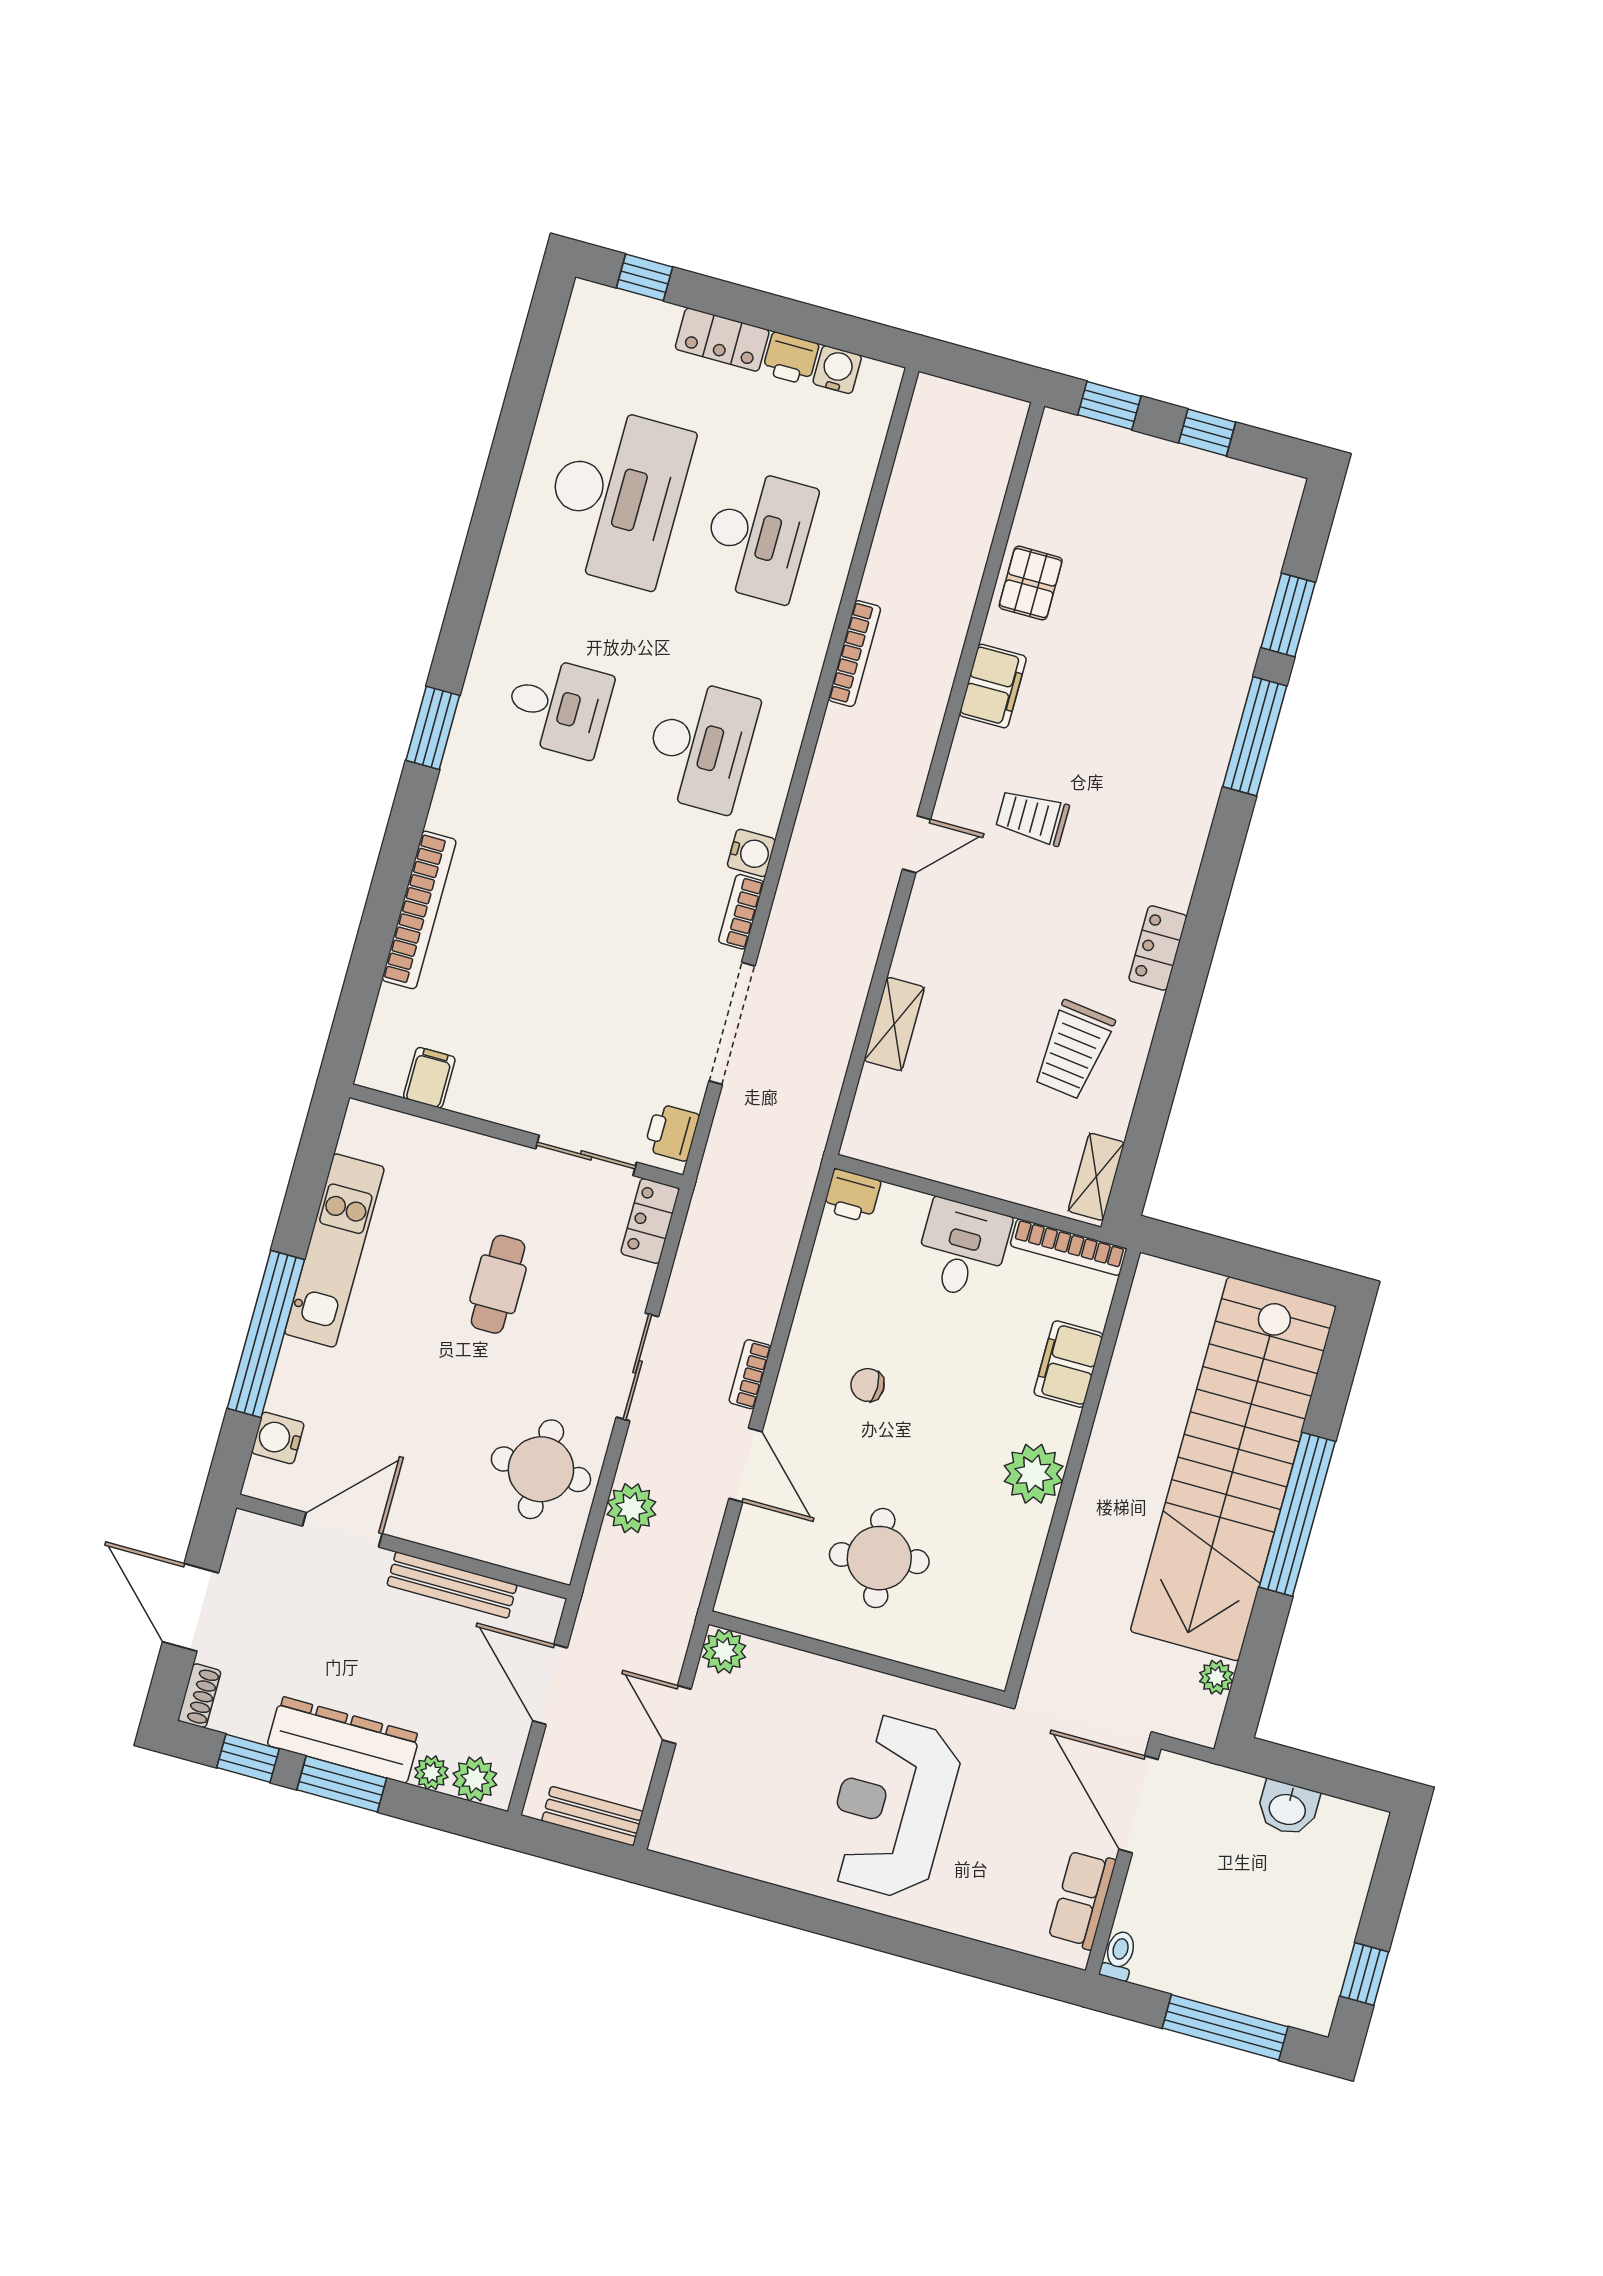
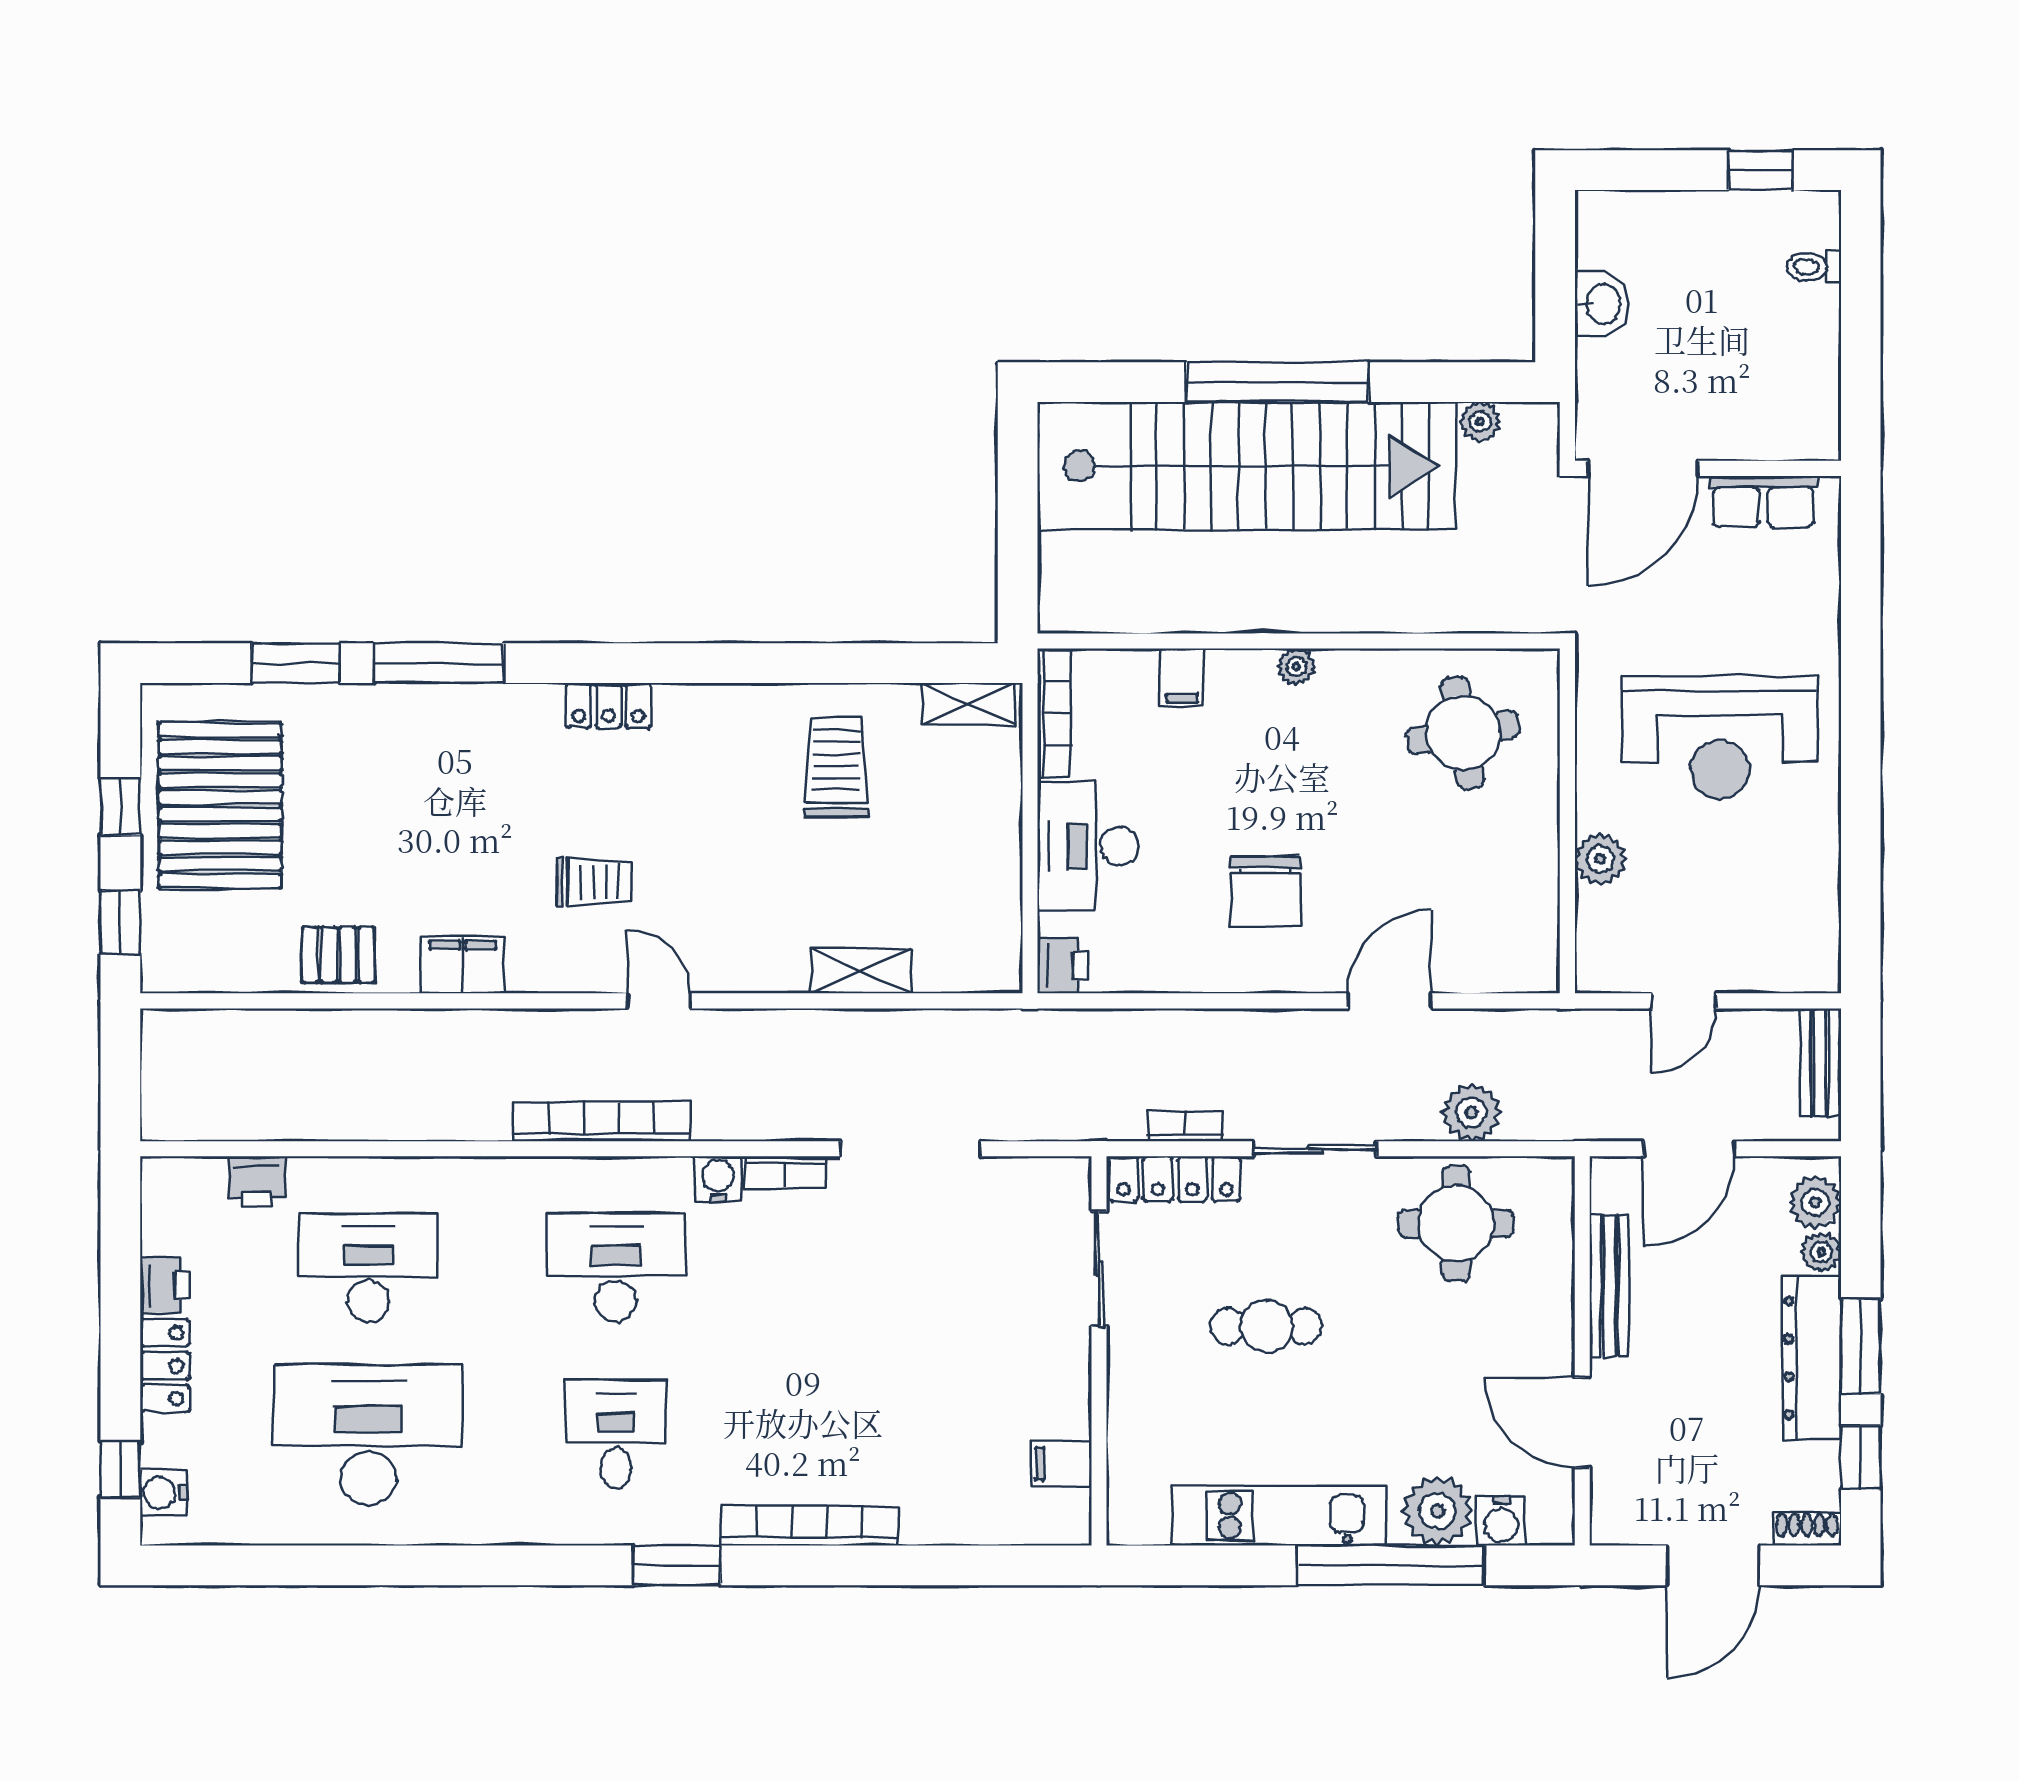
water cooler: (837, 370) -> (163, 1493), moved
pallet: (1185, 518) -> (220, 805), added
bookcase: (855, 654) -> (601, 1121), moved, width x1.48, depth x1.31
trolley: (1032, 817) -> (594, 882), turned -90
bookcase: (419, 910) -> (809, 1526), moved
locker: (1158, 948) -> (608, 705), moved
trolley: (1073, 1050) -> (836, 767), turned -97
printer: (672, 1132) -> (257, 1182), moved
locker: (650, 1221) -> (1175, 1179), width x1.53
desk: (962, 1249) -> (1088, 846), width x1.37
filing cabinet: (1068, 1364) -> (1182, 678), width x0.50
bookcase: (750, 1374) -> (1185, 1126), moved, turned 180
chair: (868, 1385) -> (1265, 891), width x1.87, depth x1.87
plant: (301, 1386) -> (1438, 1511), added
plant: (1034, 1474) -> (1296, 667), width x0.53, depth x0.53
round table: (879, 1558) -> (1463, 733), moved
plant: (724, 1651) -> (1600, 859), moved
toilet: (1119, 1955) -> (1814, 267), moved
window: (1225, 2027) -> (1861, 306), removed

